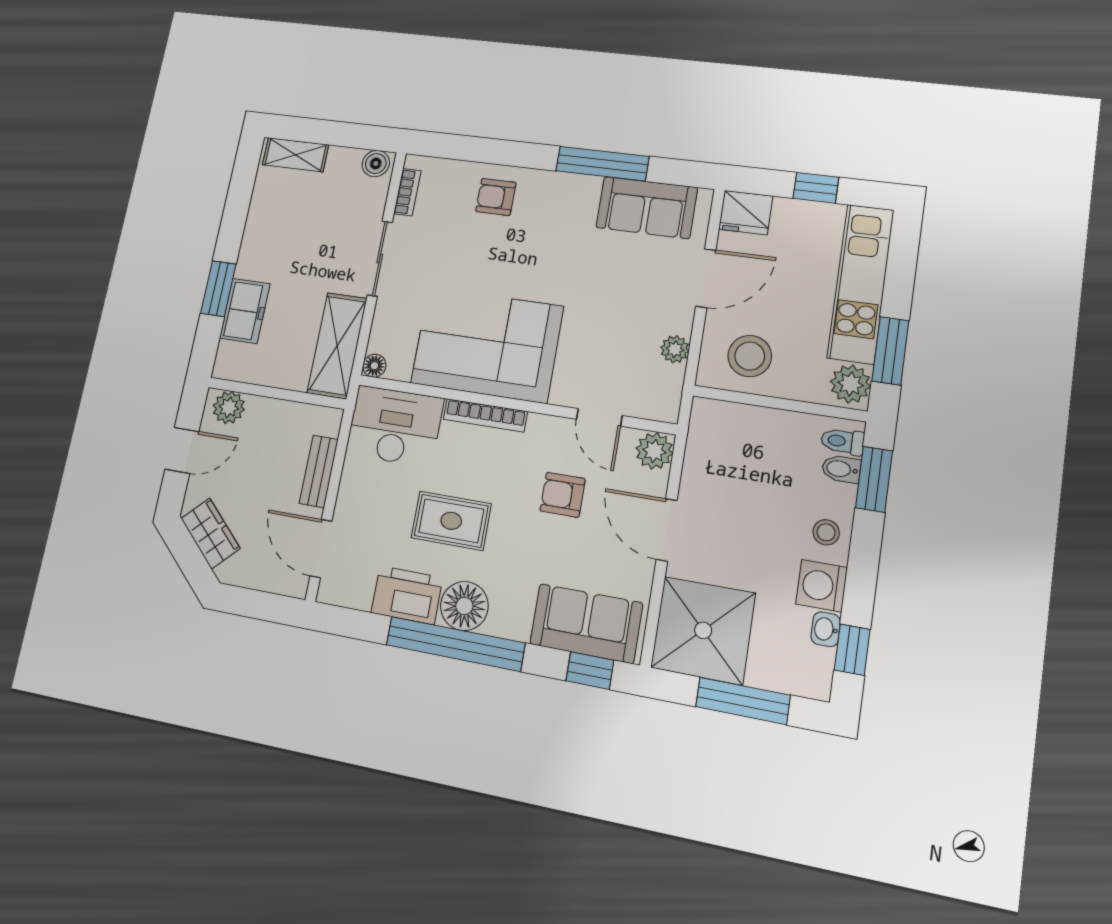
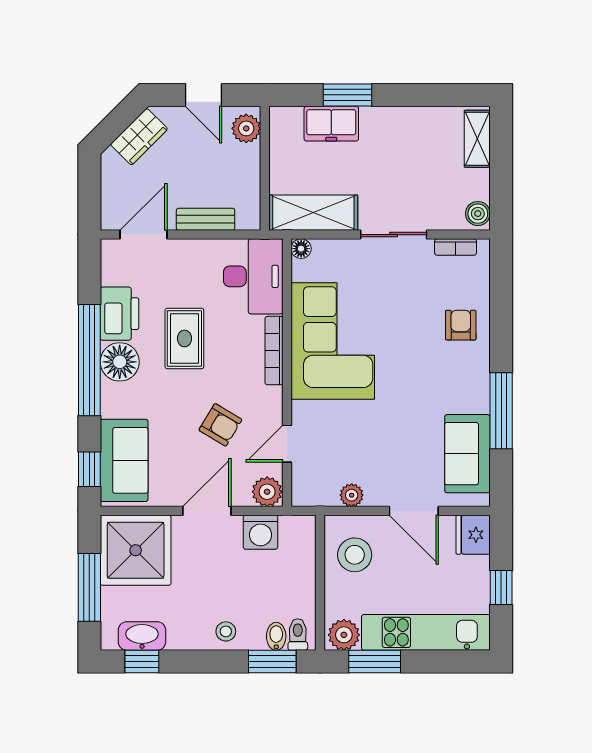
armchair: (563, 495) -> (220, 425), turned 121
washing machine: (822, 586) -> (260, 532), moved, turned 180
washbasin: (826, 629) -> (142, 636), width x1.91, depth x1.45

